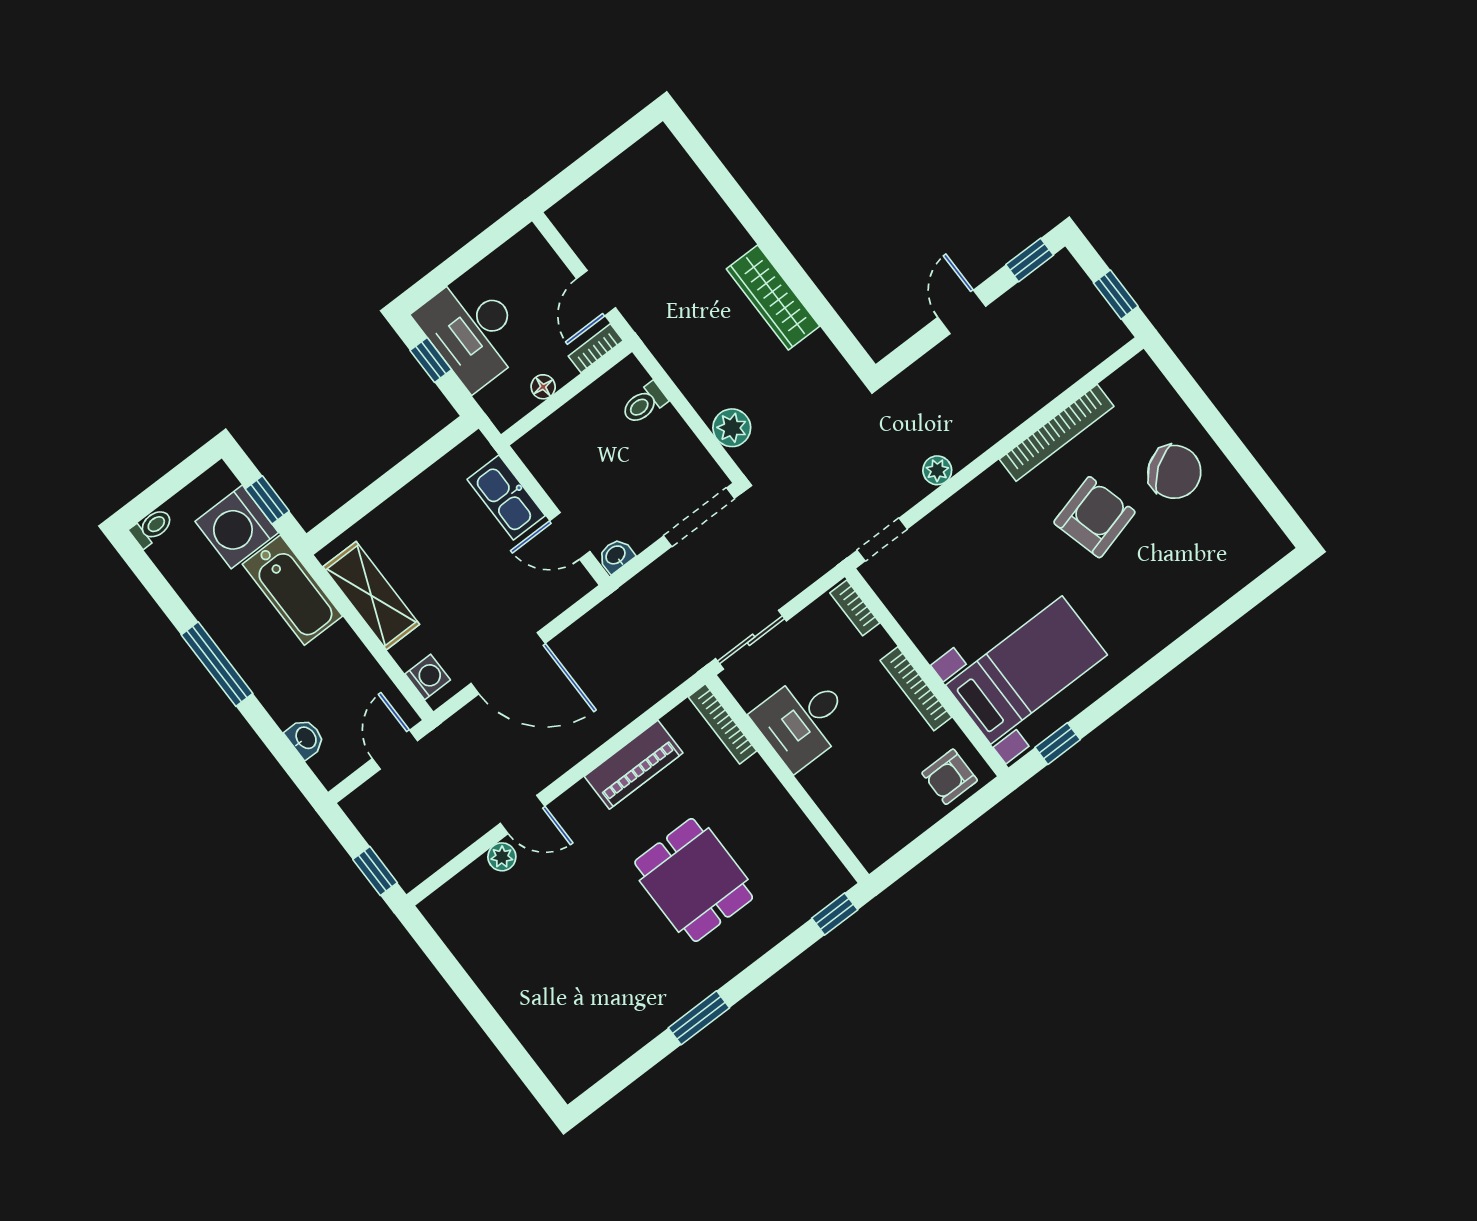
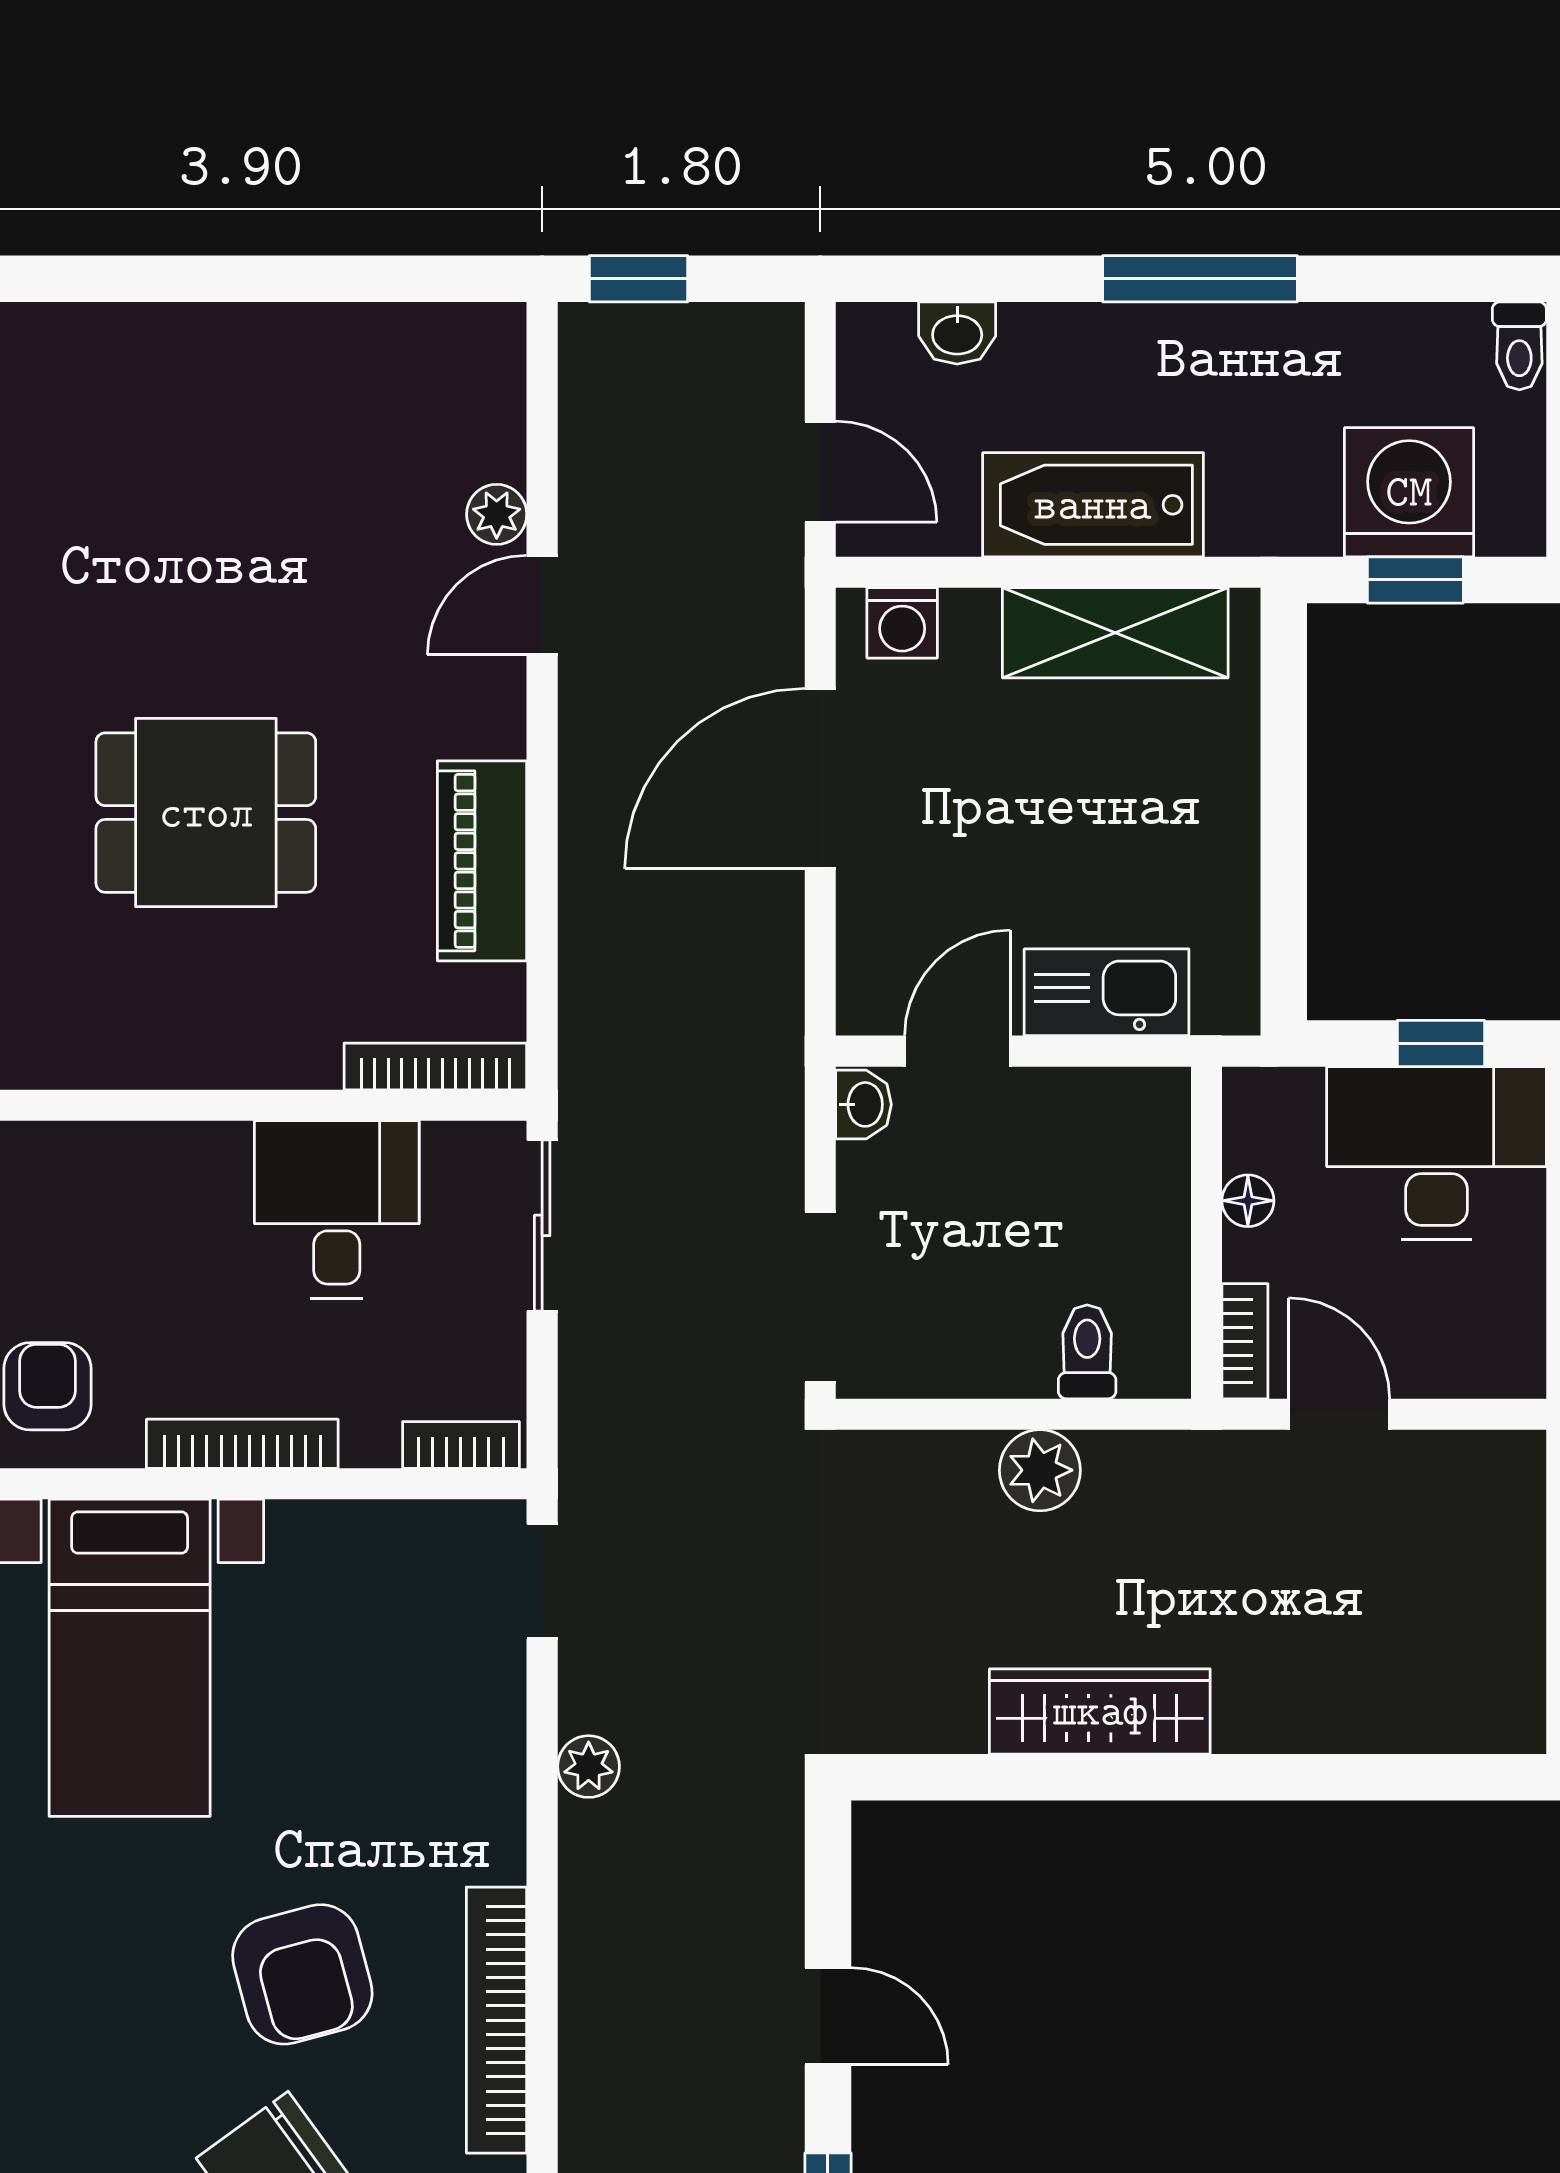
plant: (732, 428) -> (1040, 1470), moved
bathtub: (292, 590) -> (1093, 505), moved

